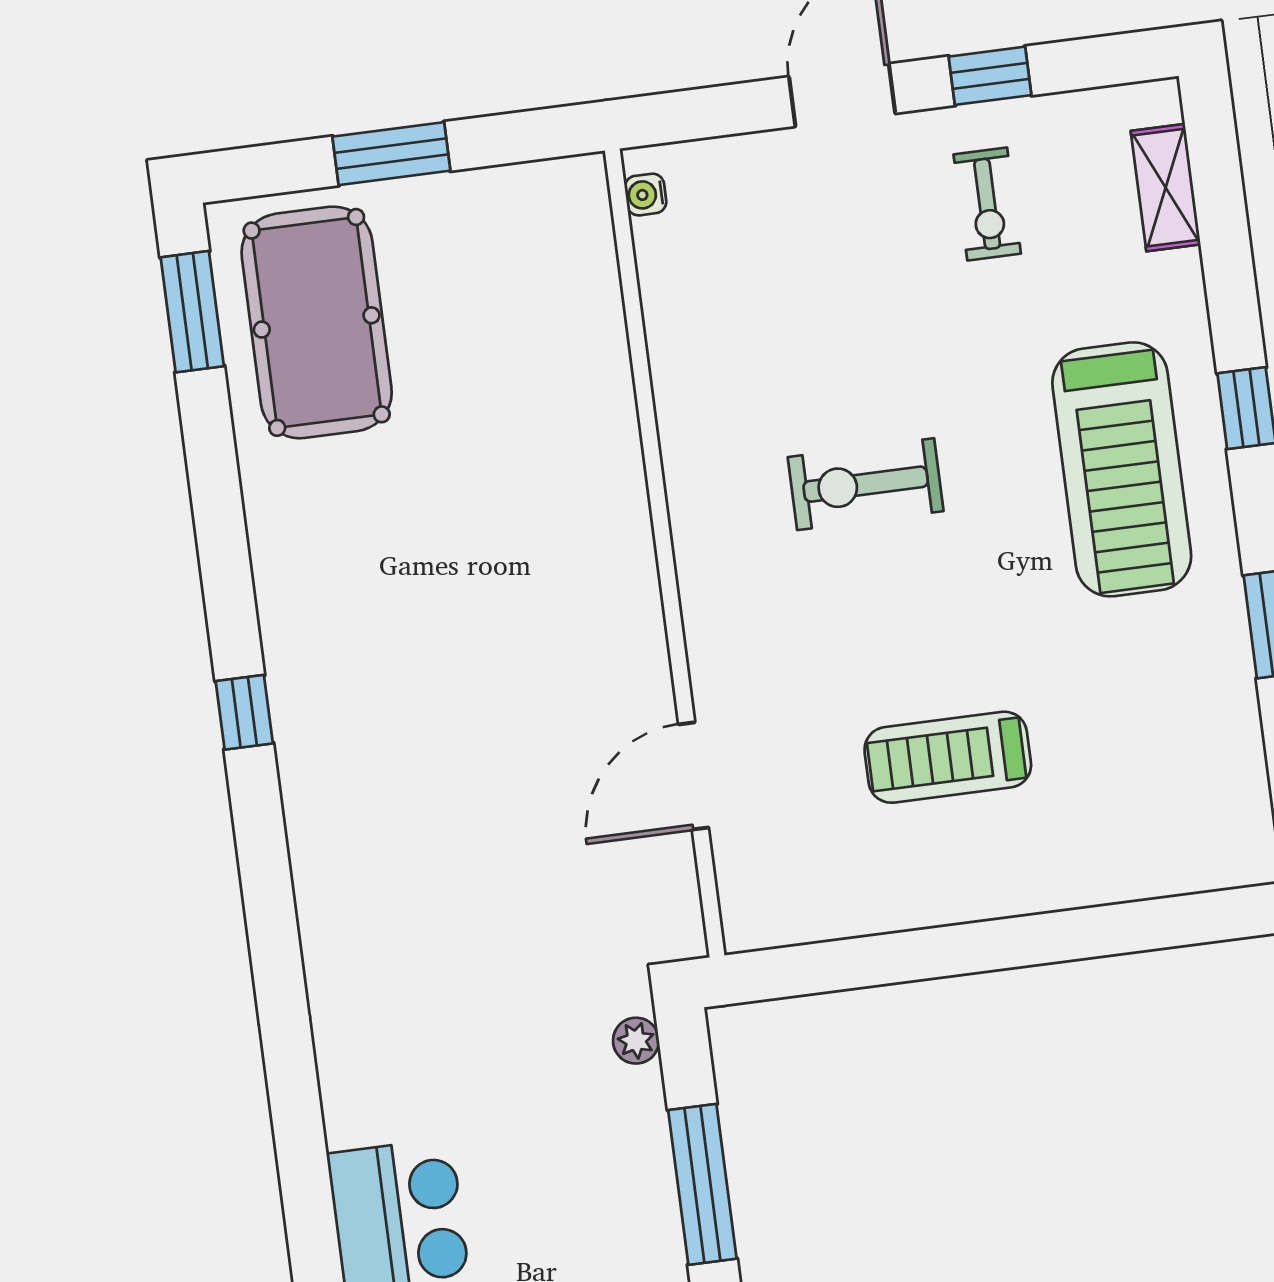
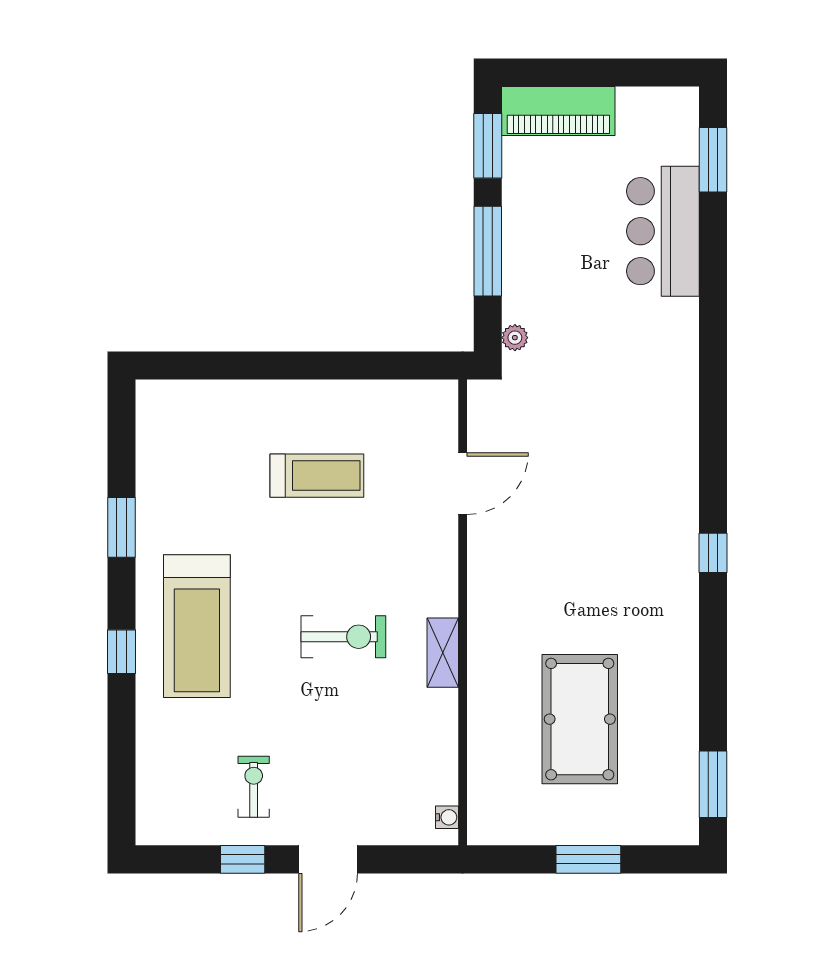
shelving: (1166, 188) -> (443, 653), moved
pool table: (317, 322) -> (580, 719), moved
treadmill: (1122, 469) -> (197, 626), turned 180

